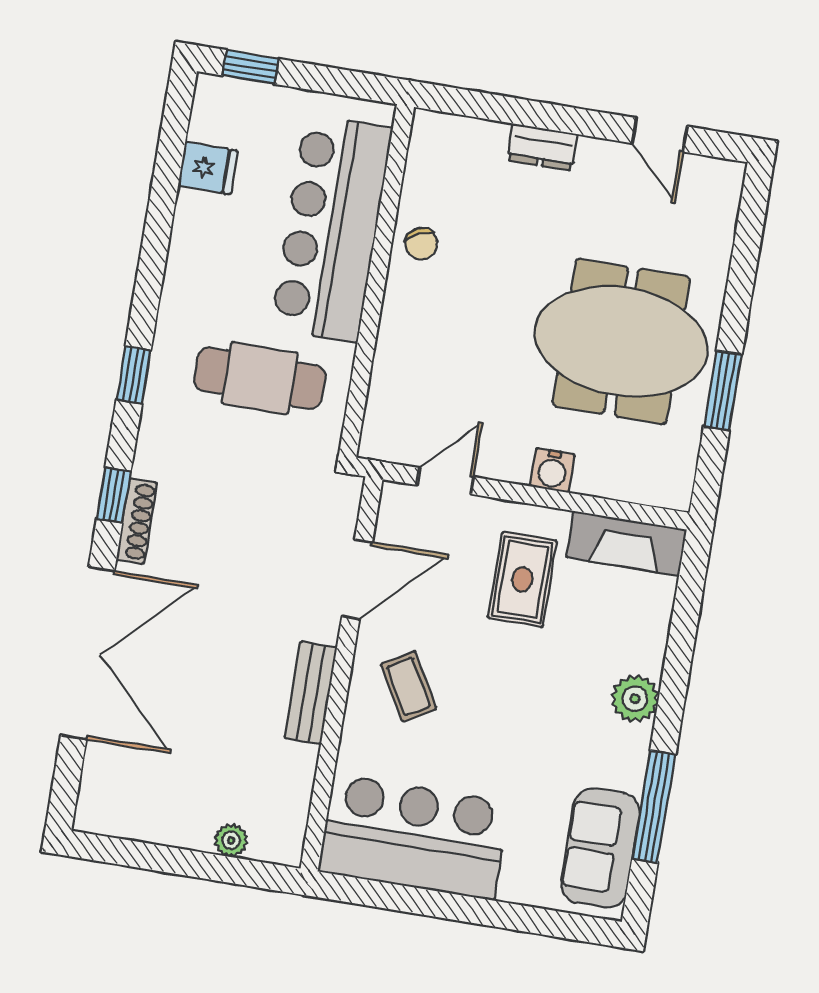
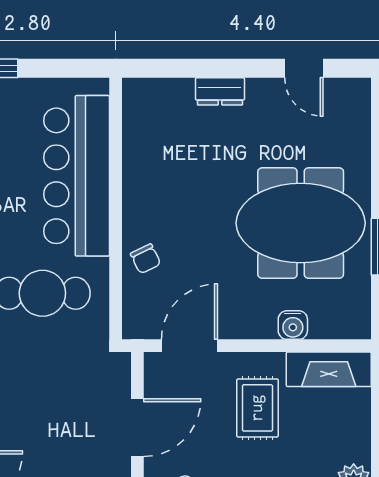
chair: (421, 244) -> (146, 259), moved
water cooler: (552, 470) -> (293, 325), moved
door: (445, 481) -> (189, 346), width x1.38

